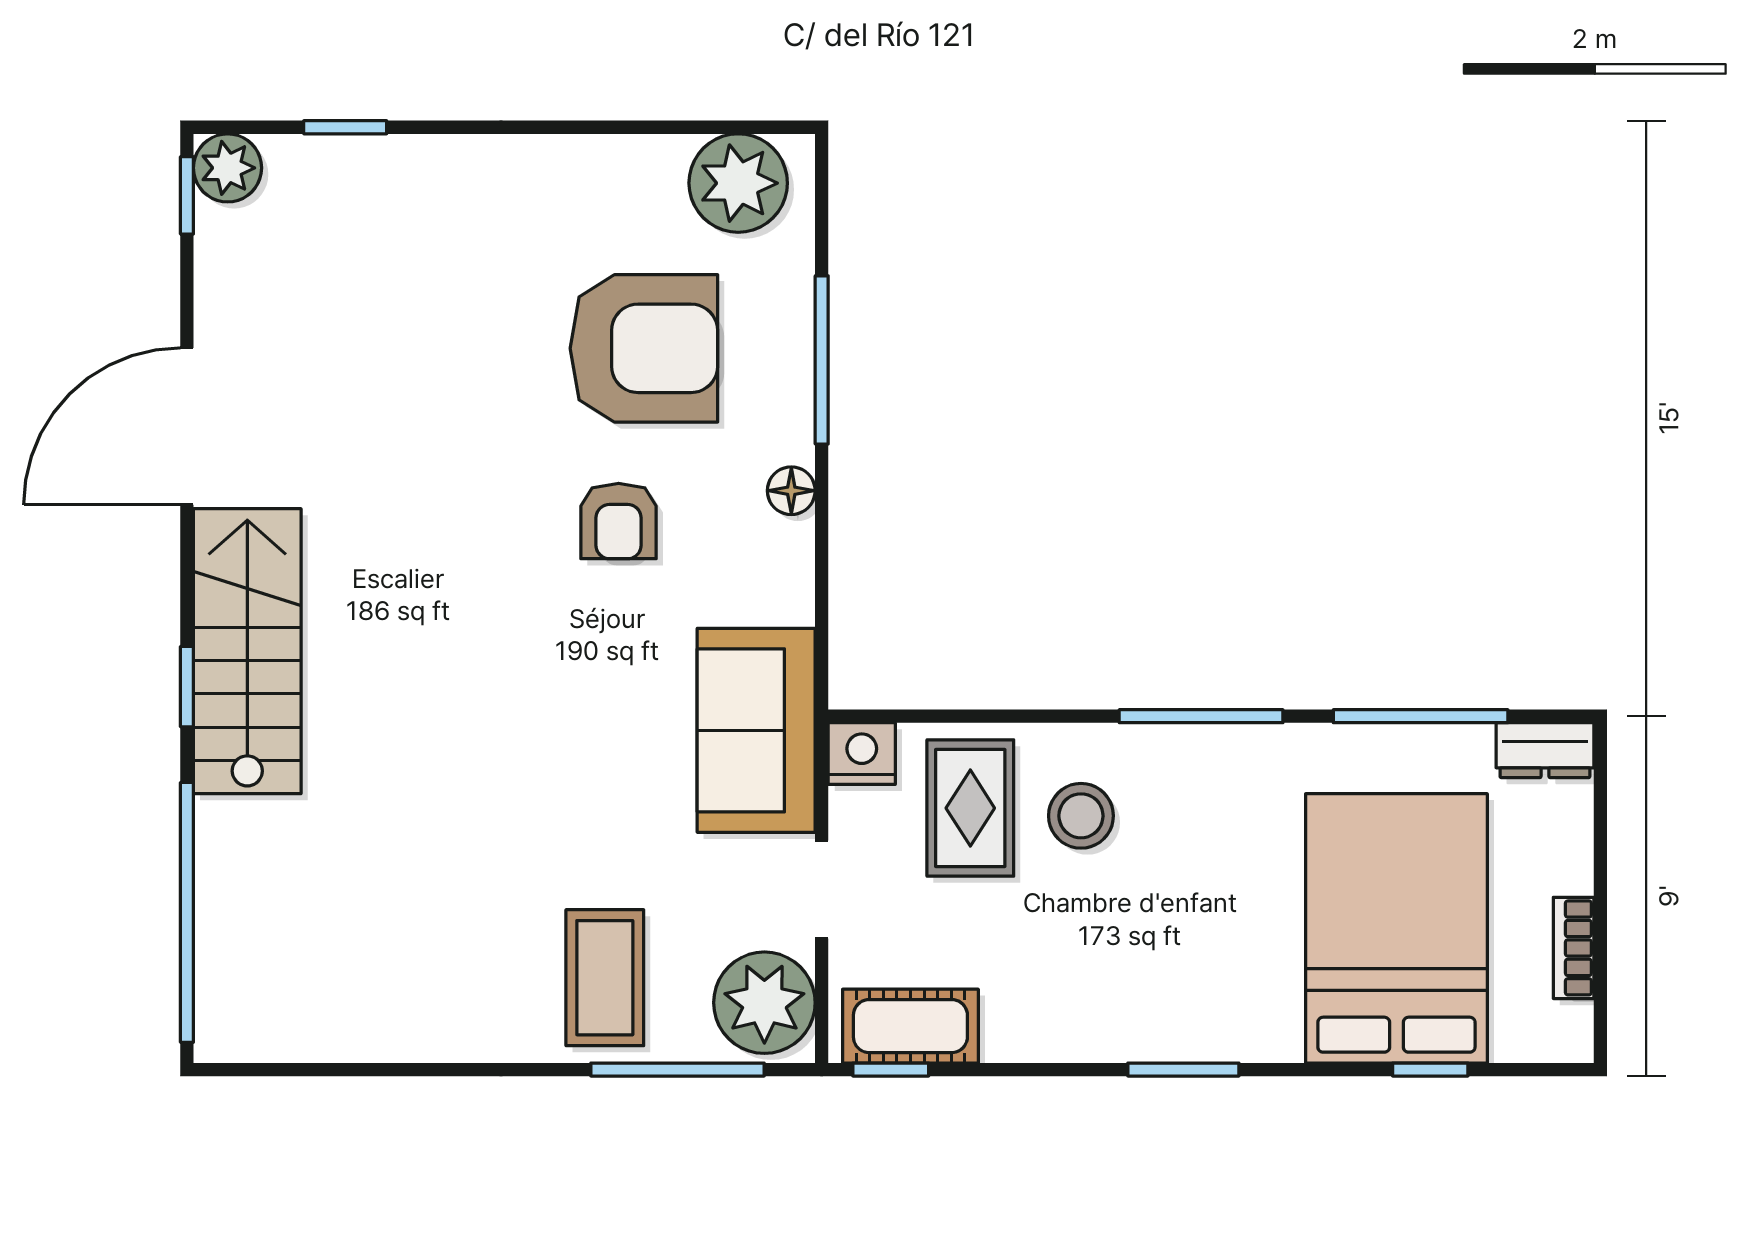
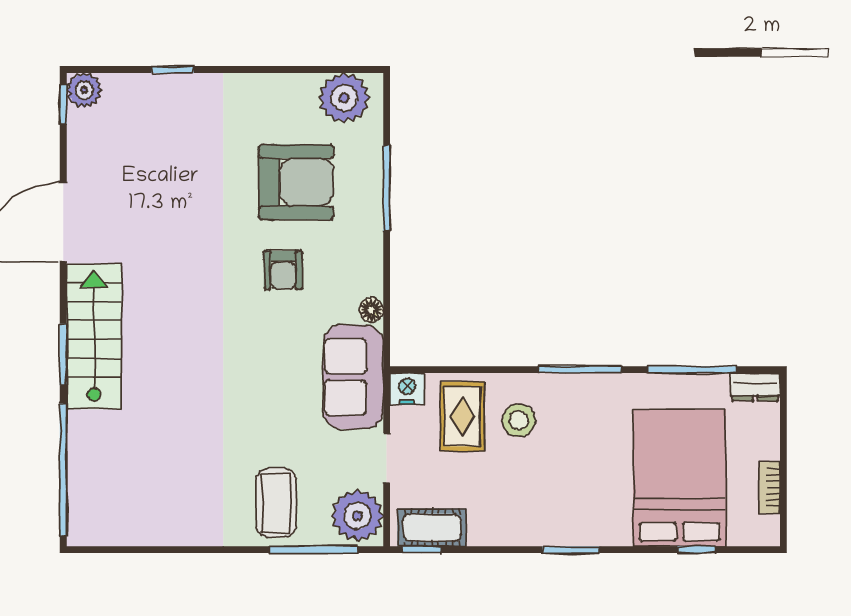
window: (345, 127) -> (173, 70), moved
floor lamp: (791, 491) -> (371, 310), moved
window: (187, 687) -> (63, 355), width x1.50

